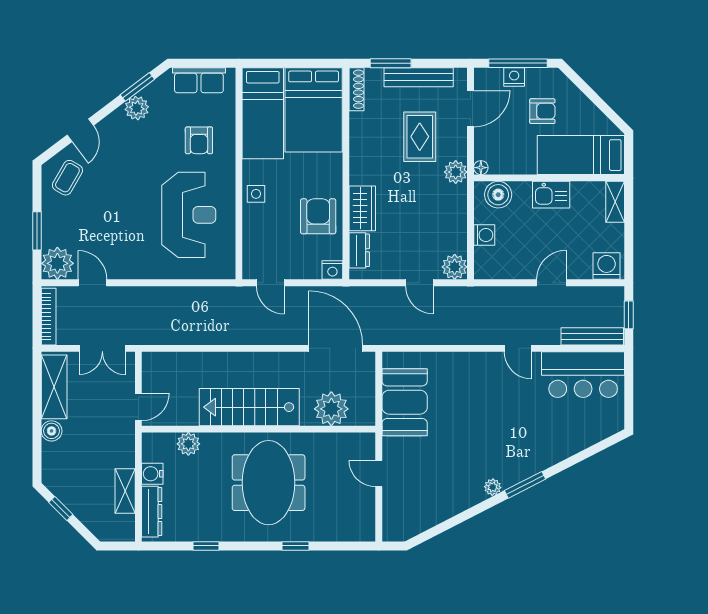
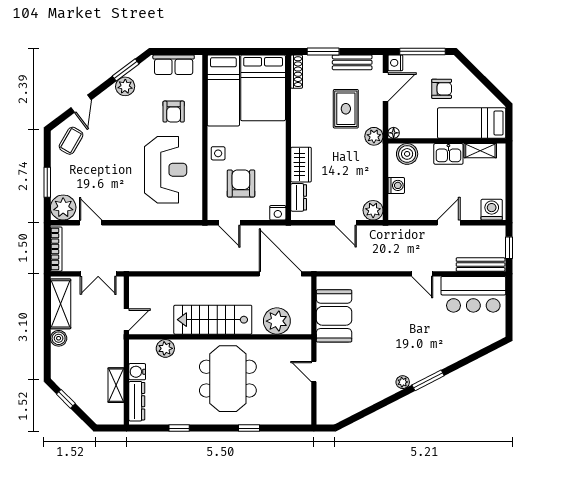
bench: (419, 77) -> (352, 62), width x0.73
nightstand: (514, 77) -> (395, 63), moved, turned -90
shelving: (615, 202) -> (480, 151), moved, turned 90
armchair: (318, 216) -> (241, 183), moved

